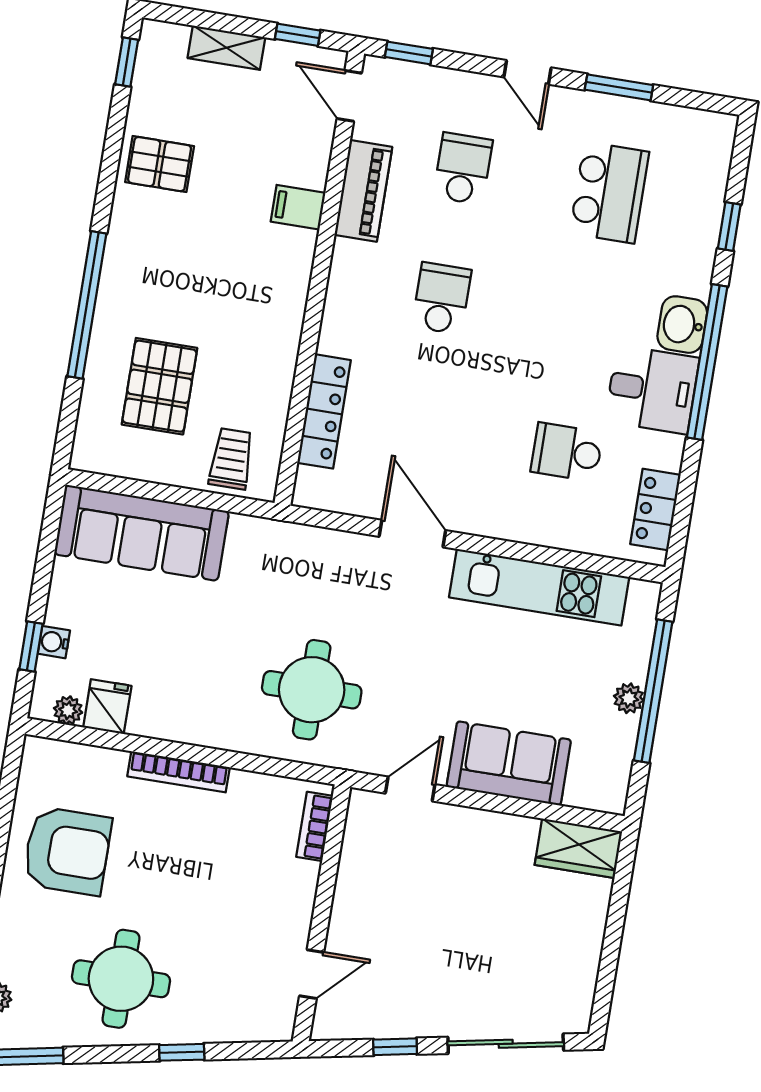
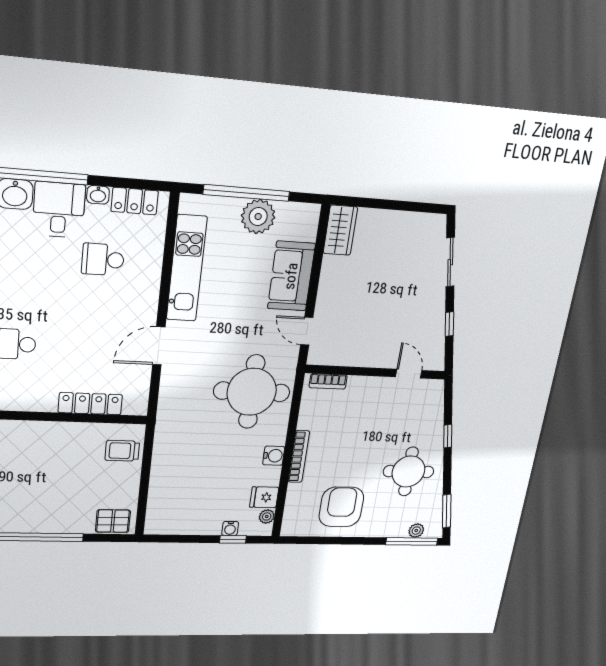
pallet: (160, 386) -> (113, 521), moved, width x0.67, depth x0.71
school desk: (567, 452) -> (103, 260), turned 90
washbasin: (670, 453) -> (98, 195), added
sofa: (142, 533) -> (168, 492), removed
round table: (312, 690) -> (252, 392), width x1.36, depth x1.36
plant: (629, 698) -> (258, 216), width x1.88, depth x1.88
water cooler: (186, 726) -> (274, 456), added
sliding door: (506, 1044) -> (450, 262), width x0.73

